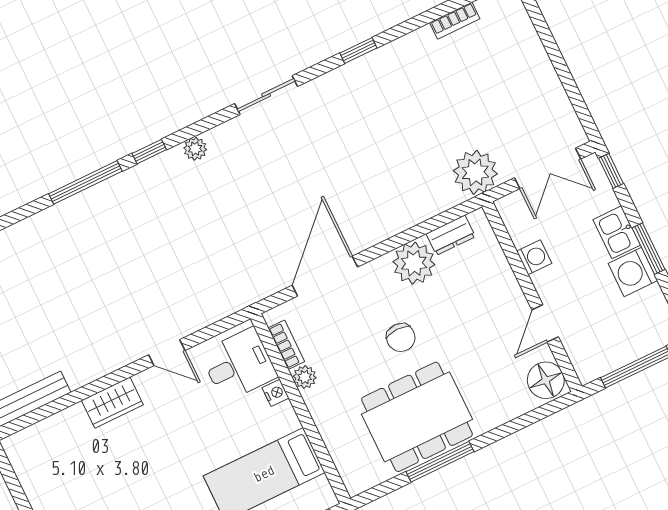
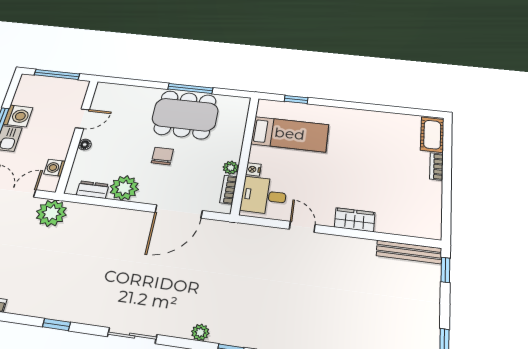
washing machine: (534, 257) -> (55, 168), moved
floor lamp: (546, 380) -> (85, 145), moved, width x0.53, depth x0.53

